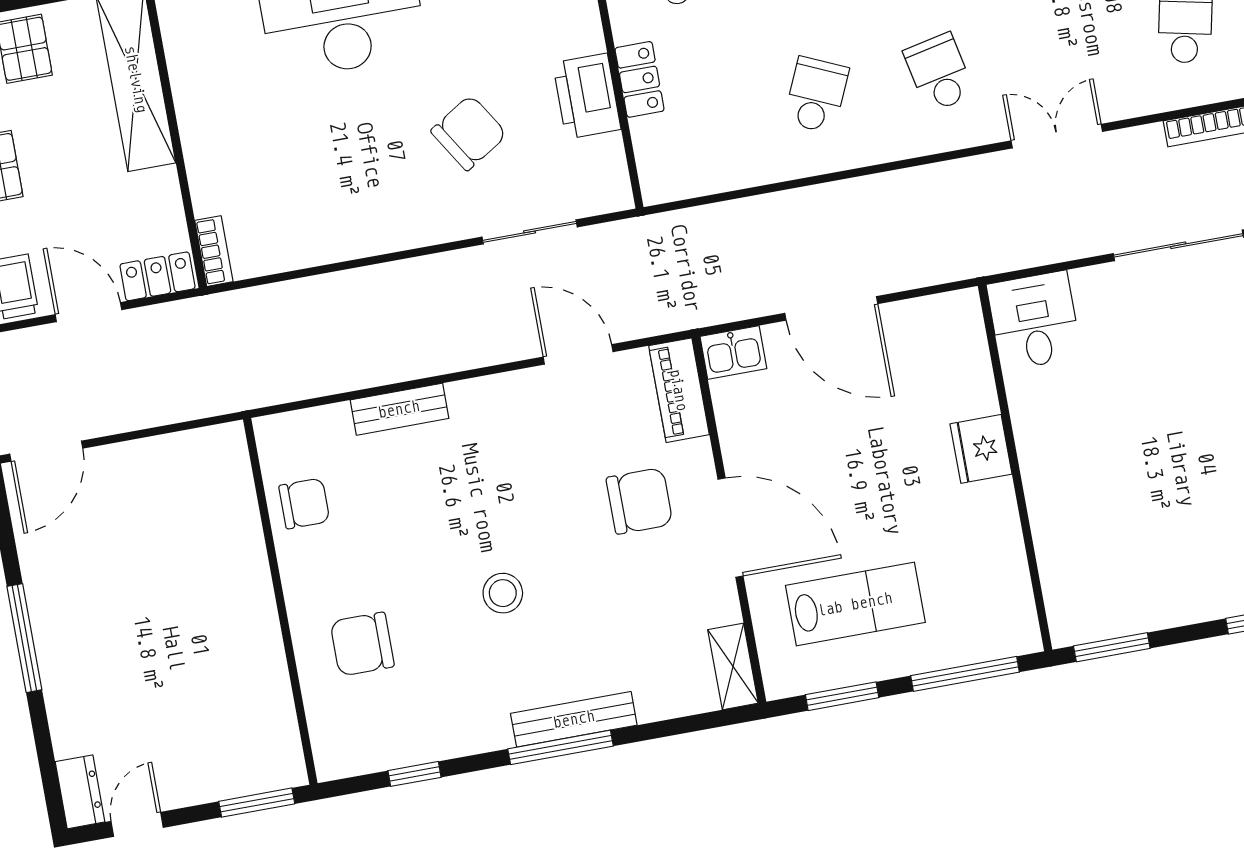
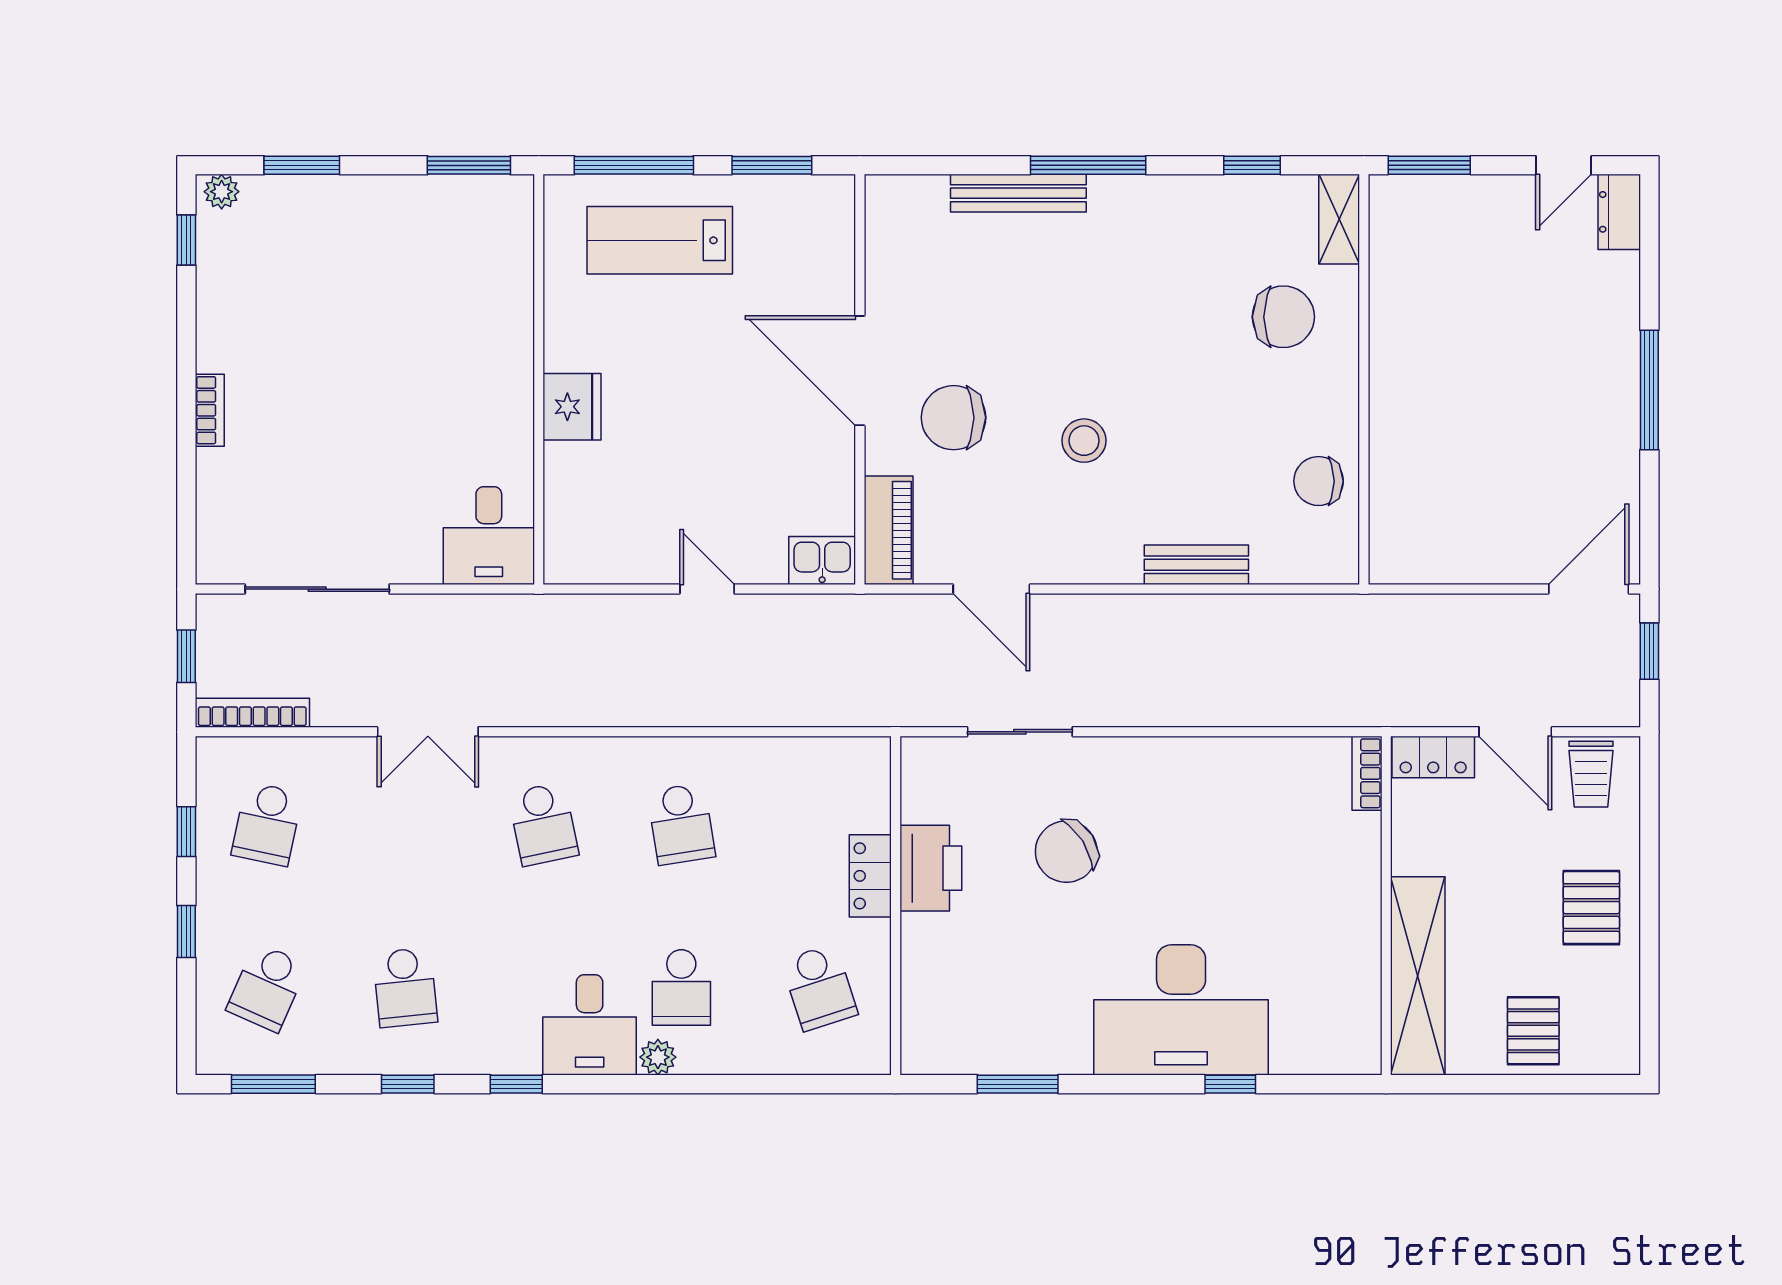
school desk: (816, 95) -> (681, 824), turned -33
door: (831, 308) -> (707, 589), width x0.53
stool: (503, 593) -> (1084, 441), moved
lab bench: (855, 604) -> (660, 240), moved
shelving: (733, 666) -> (1339, 219), moved
bench: (574, 719) -> (1018, 193), moved

